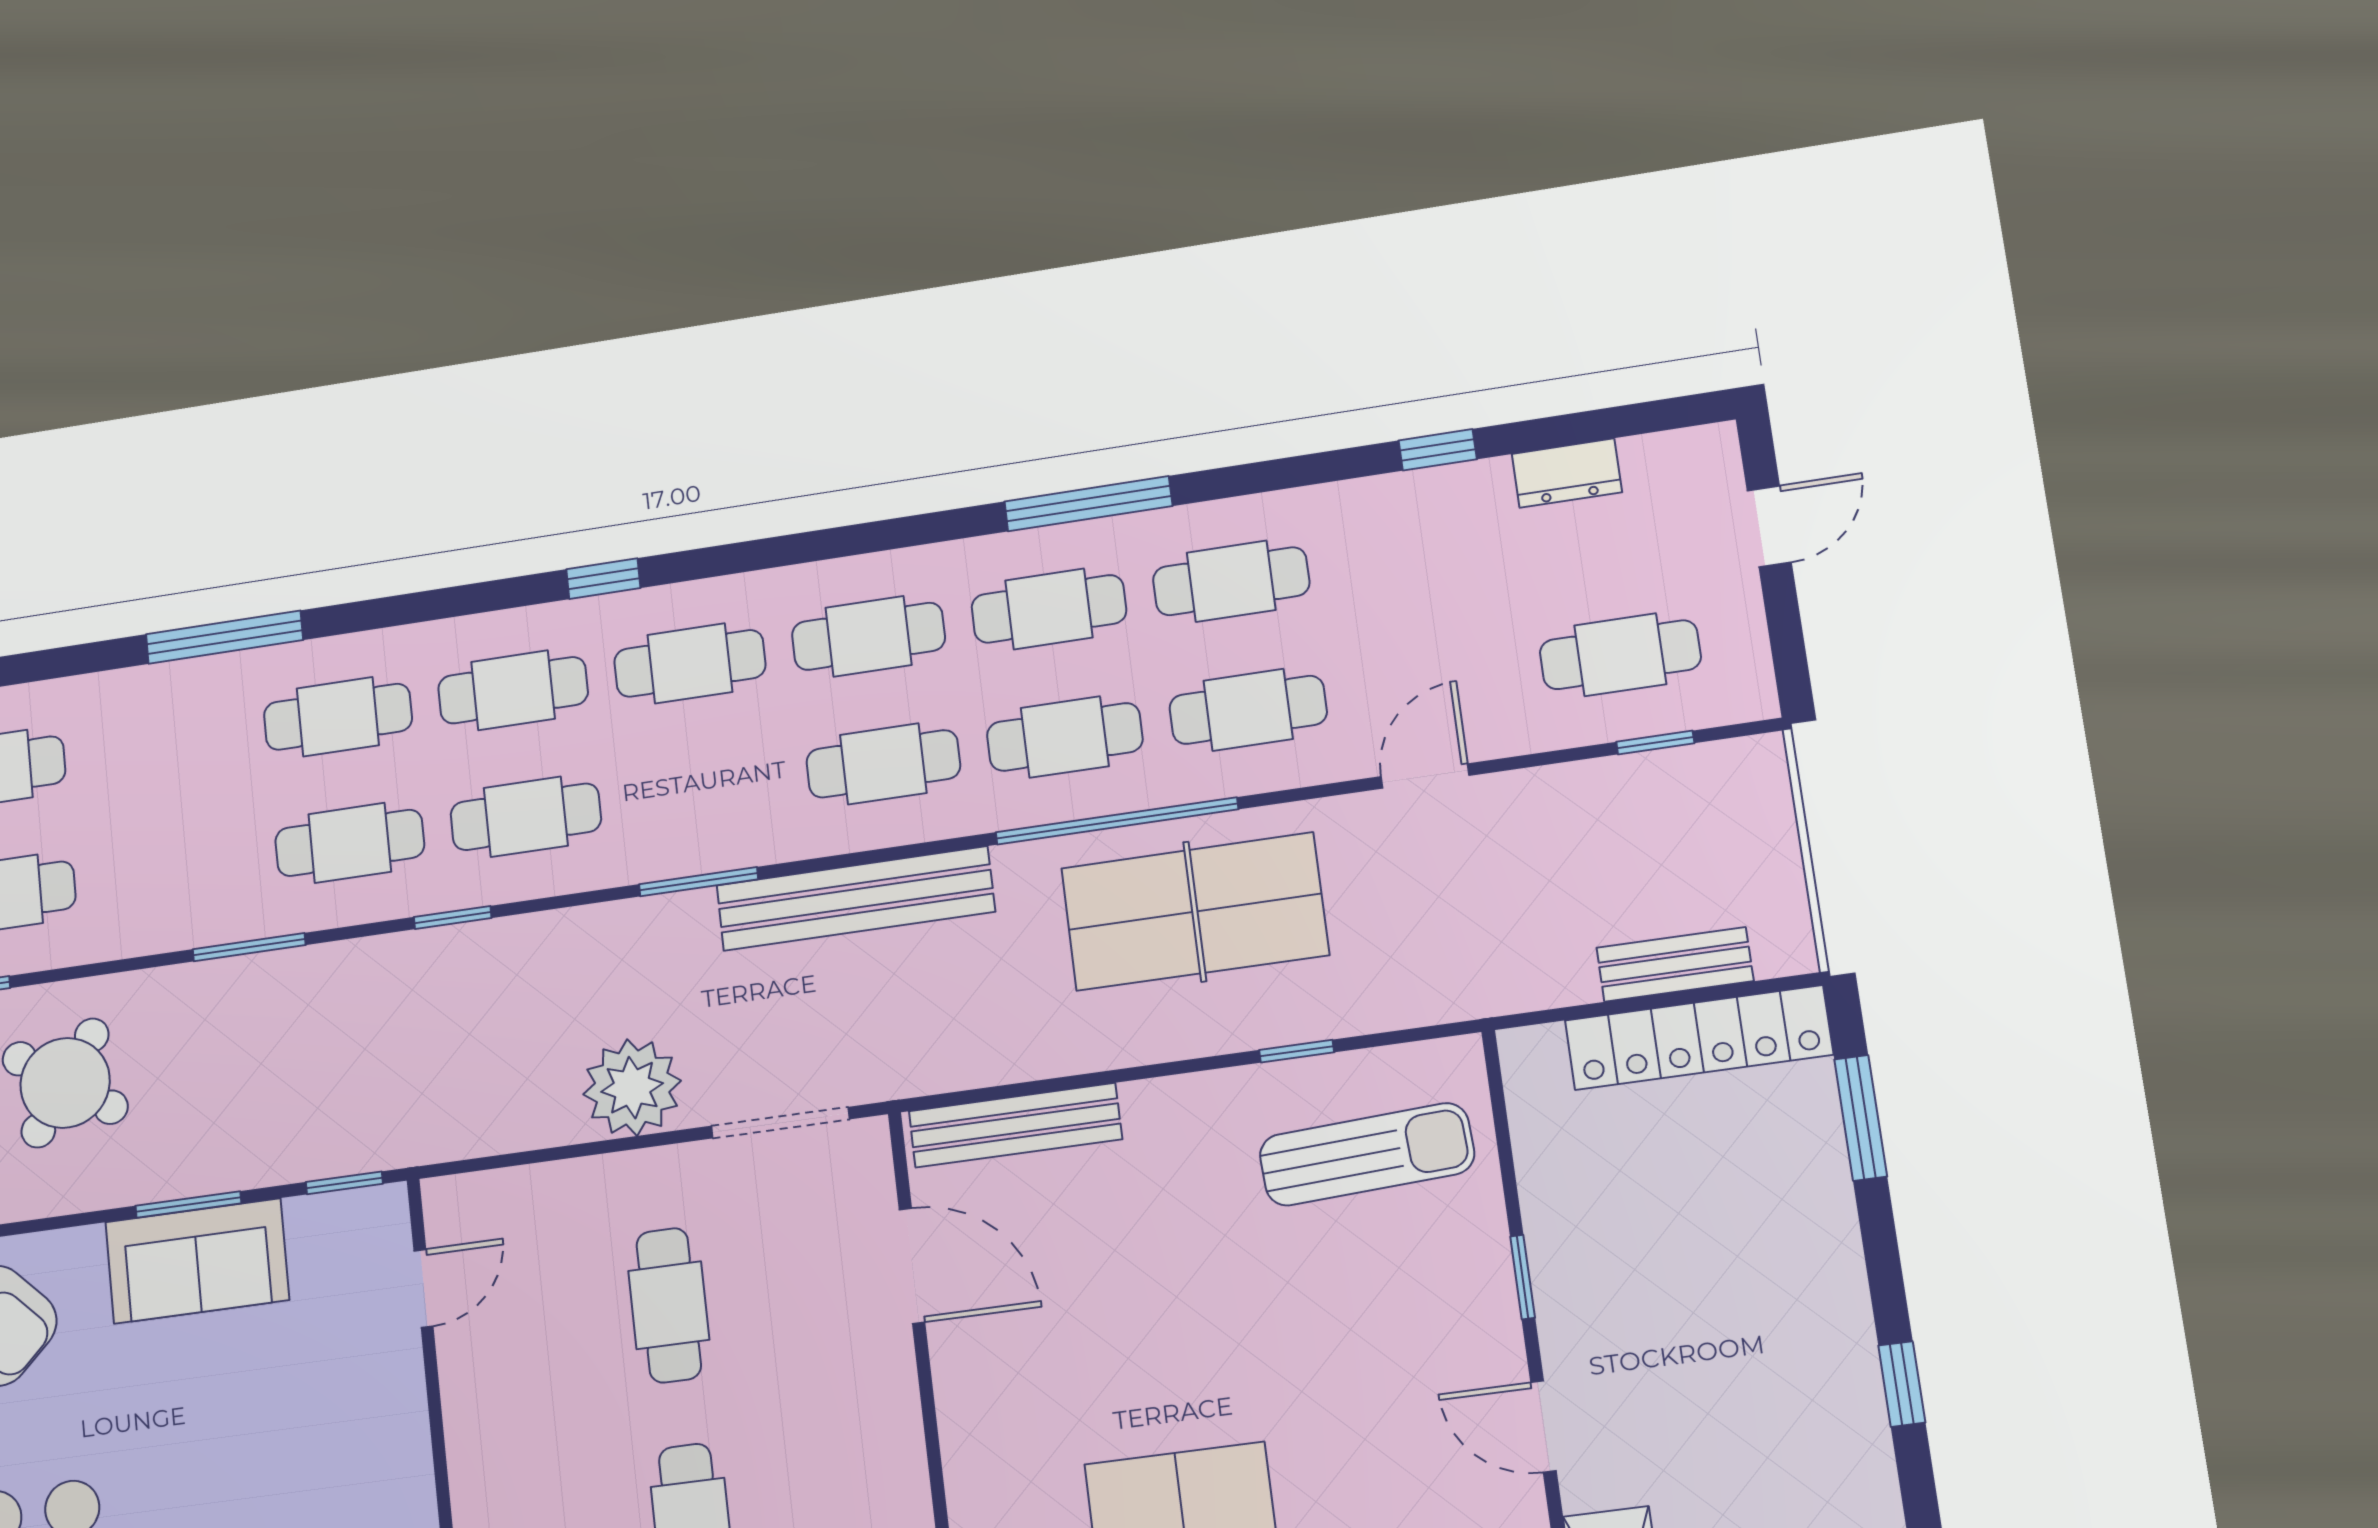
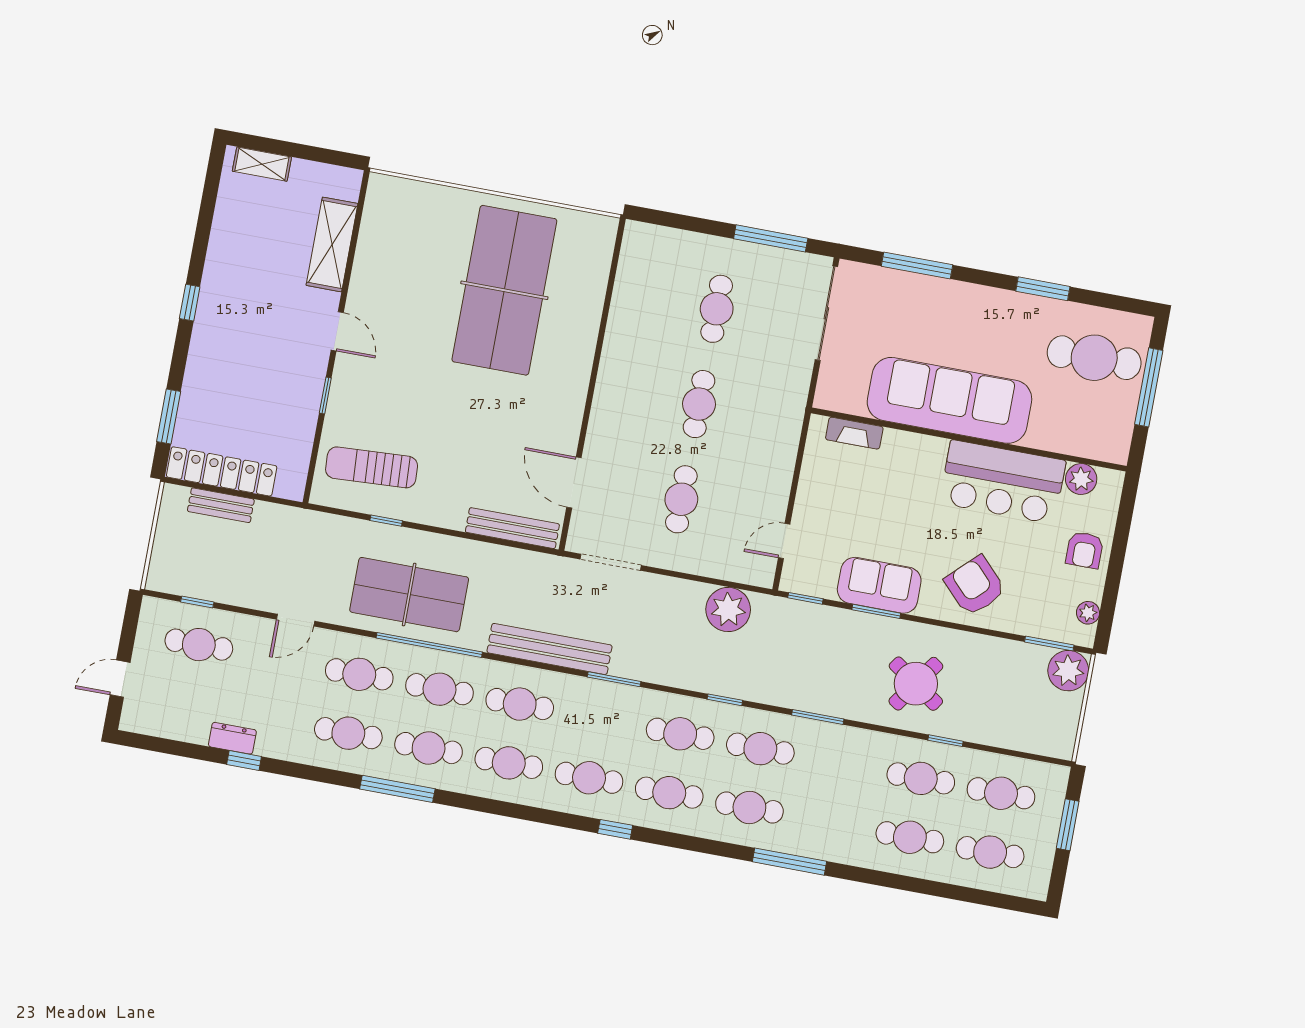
dresser: (1567, 473) -> (232, 738), moved
plant: (632, 1088) -> (728, 610), moved

